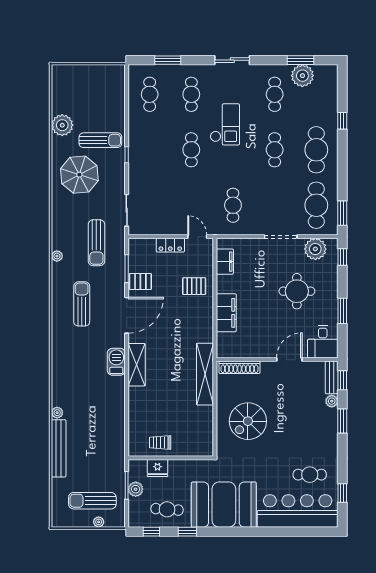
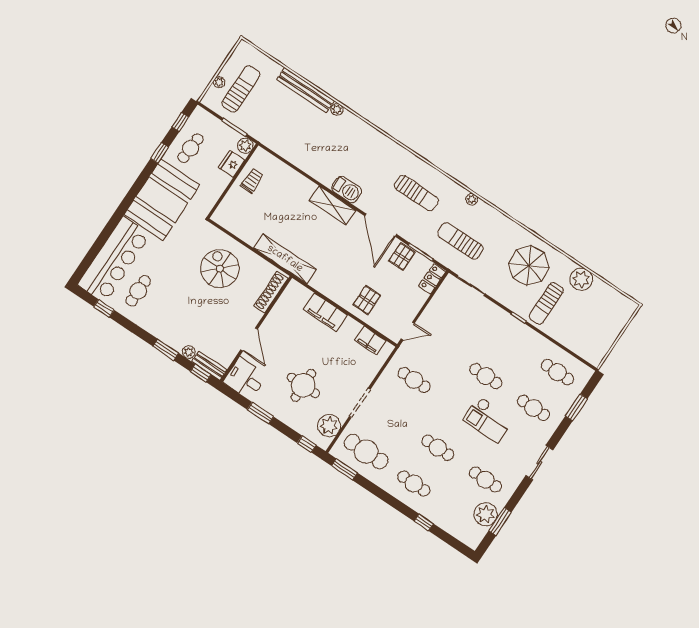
cafe table: (316, 150) -> (414, 484), width x0.73, depth x0.74
locker: (170, 245) -> (432, 279), moved
plant: (136, 489) -> (245, 146), moved

